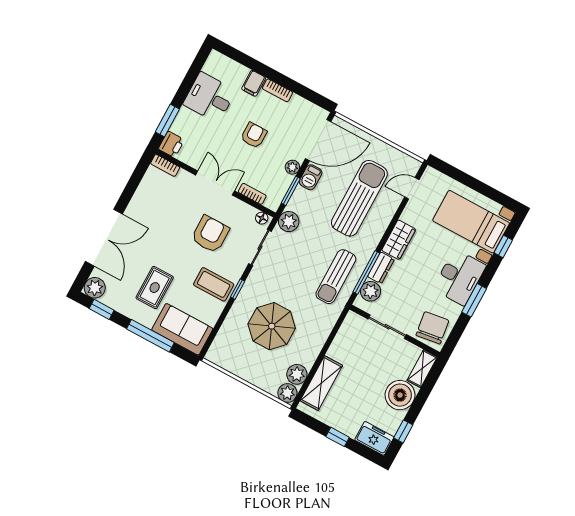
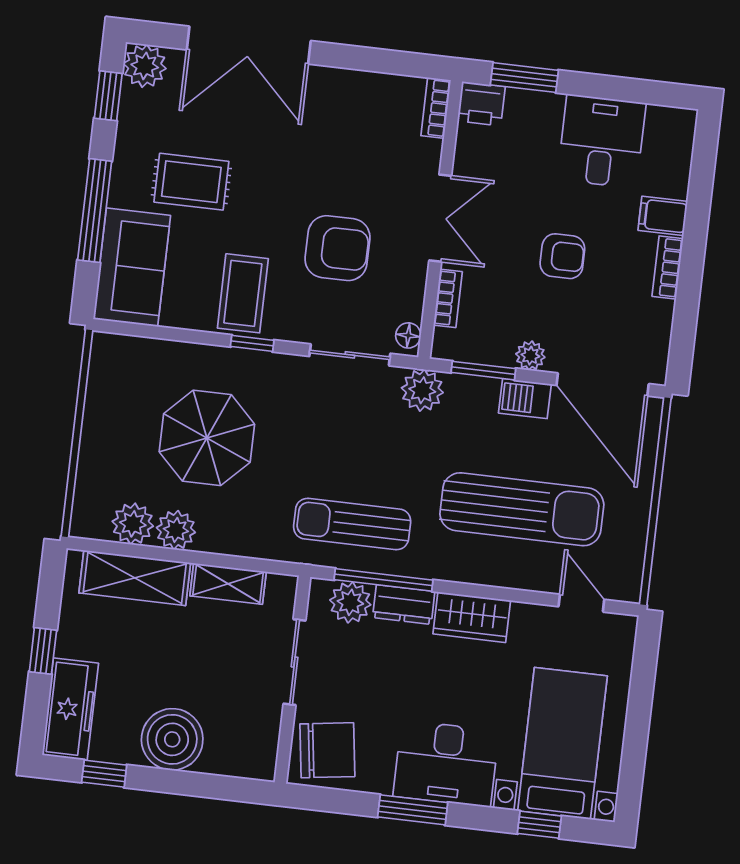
shelving: (422, 369) -> (228, 584), moved
plant: (287, 393) -> (176, 530), moved
freezer: (374, 438) -> (70, 709), width x1.40

